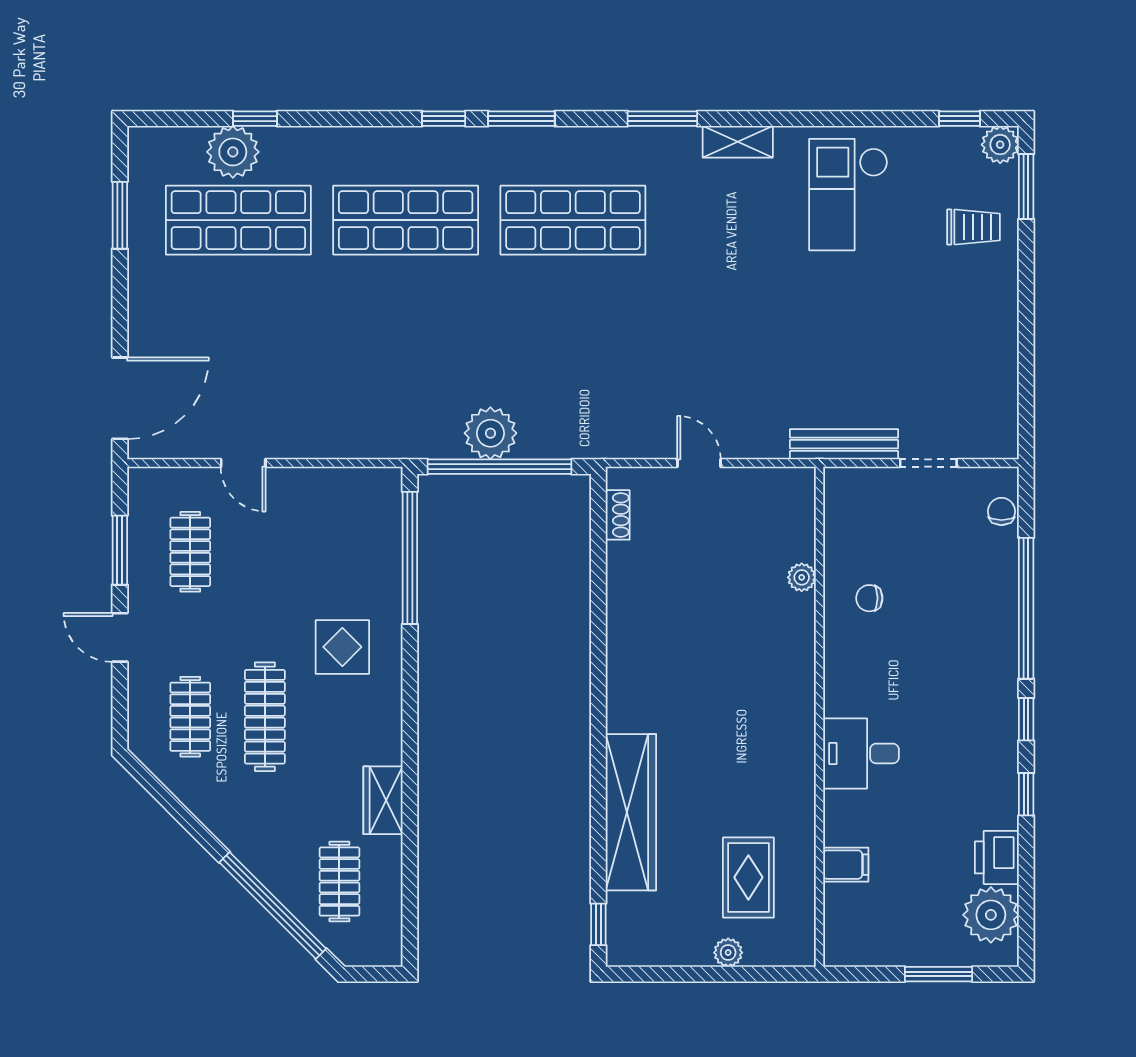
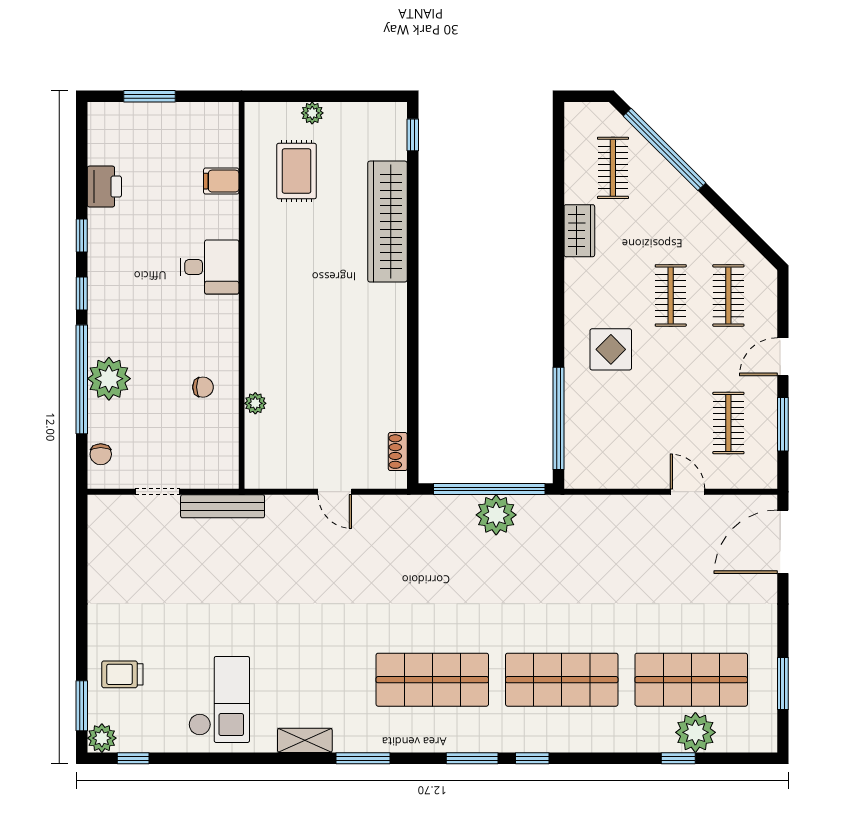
door: (120, 637) -> (783, 357), swing flipped
clothes rail: (265, 717) -> (671, 295), width x0.73
plant: (991, 915) -> (109, 379), moved

